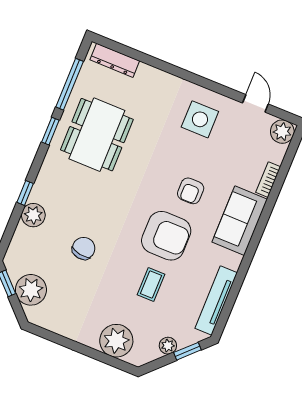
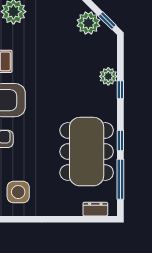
dresser: (115, 60) -> (95, 209), width x0.70
dining table: (97, 135) -> (87, 152), width x1.36, depth x1.24
chair: (84, 248) -> (63, 67), removed

